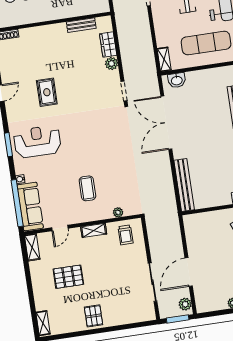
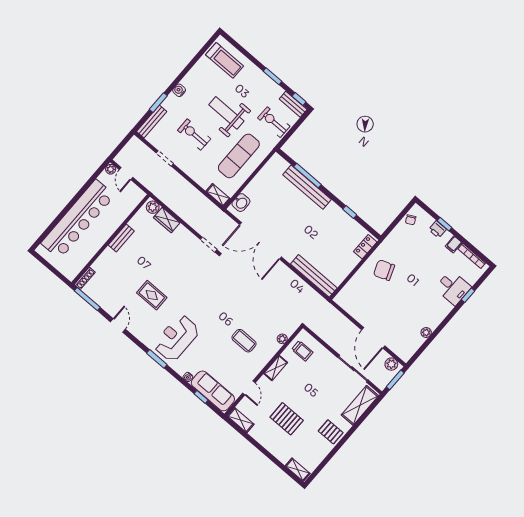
bench: (81, 25) -> (121, 238), moved
plant: (112, 64) -> (153, 207), moved
window: (17, 203) -> (201, 397), width x0.32
pallet: (68, 277) -> (287, 419), turned 90
shelving: (134, 315) -> (360, 405), added

